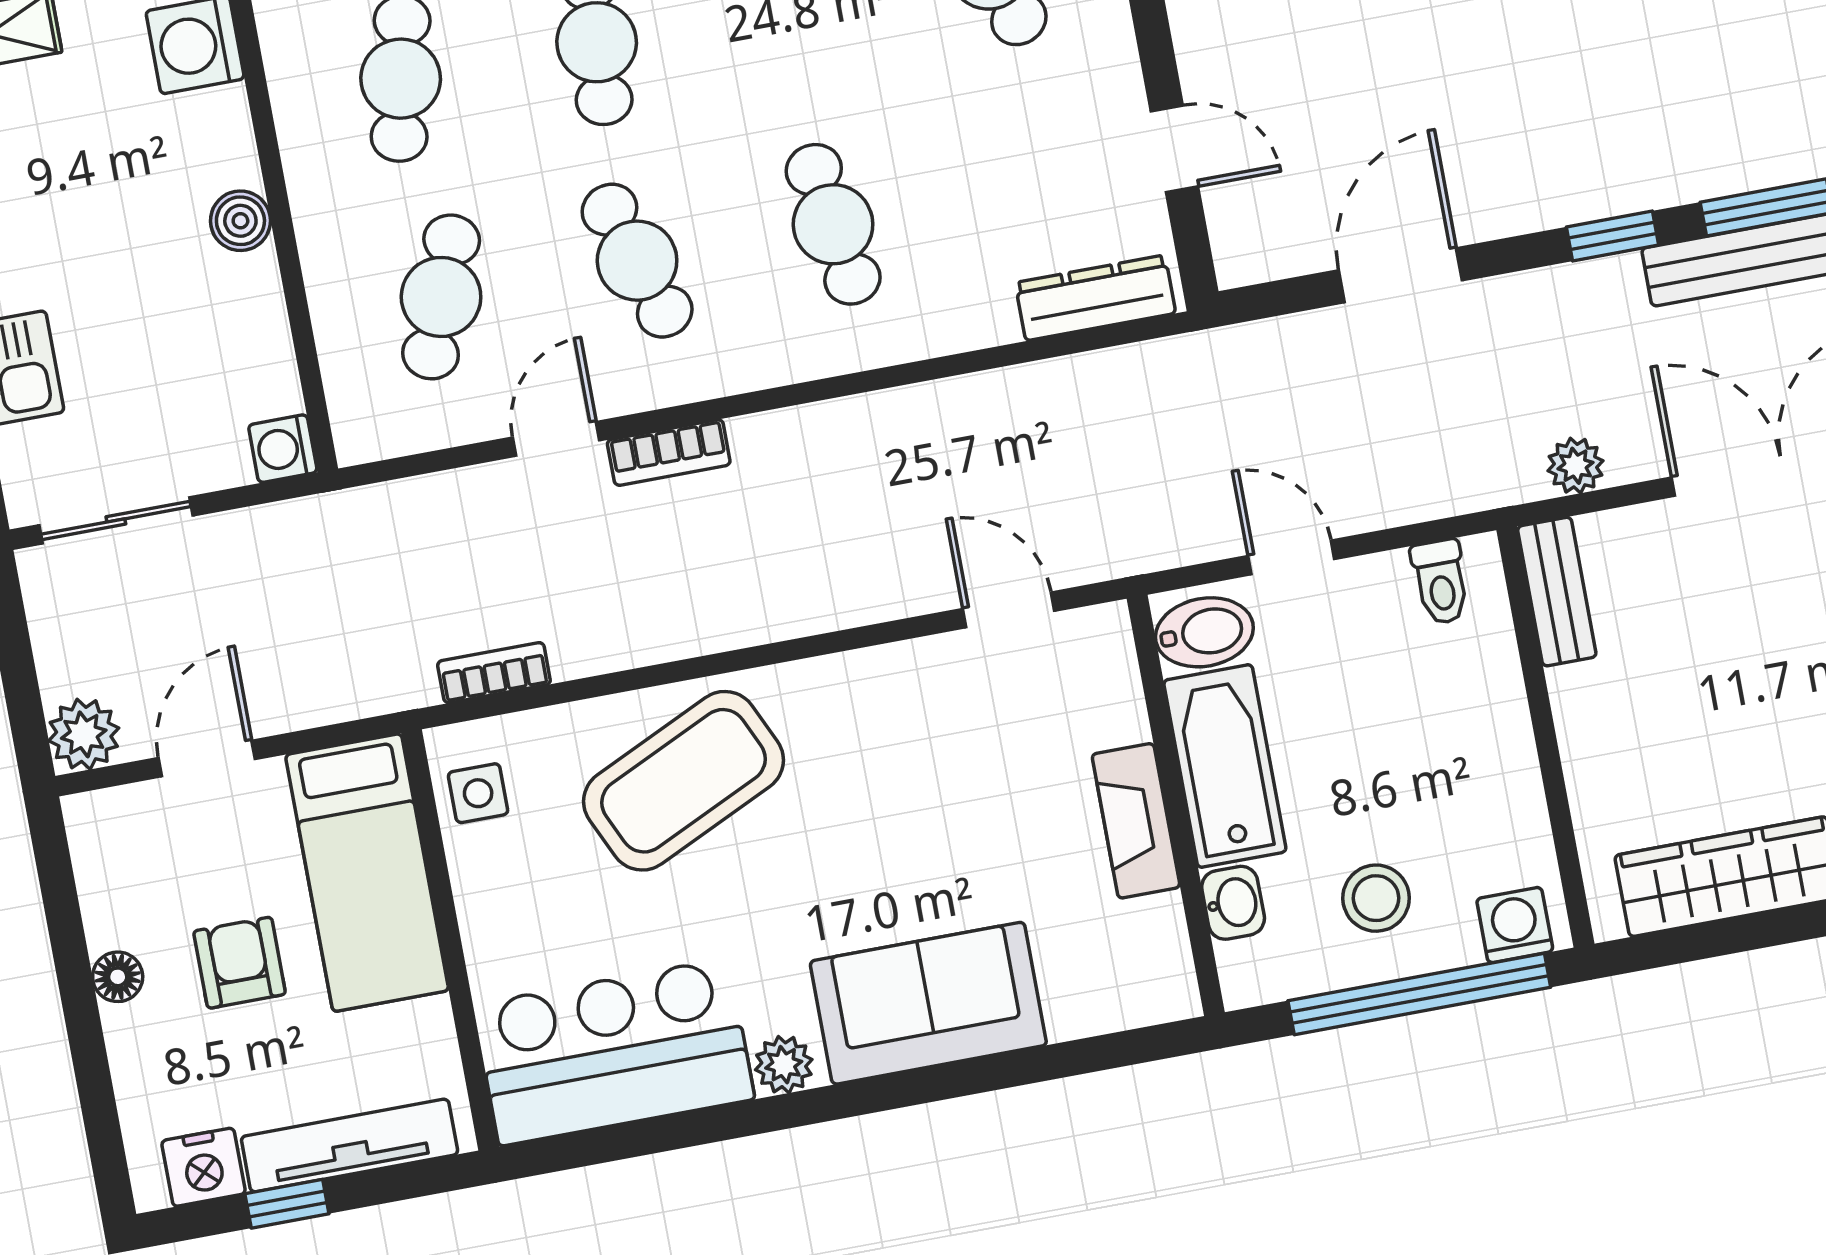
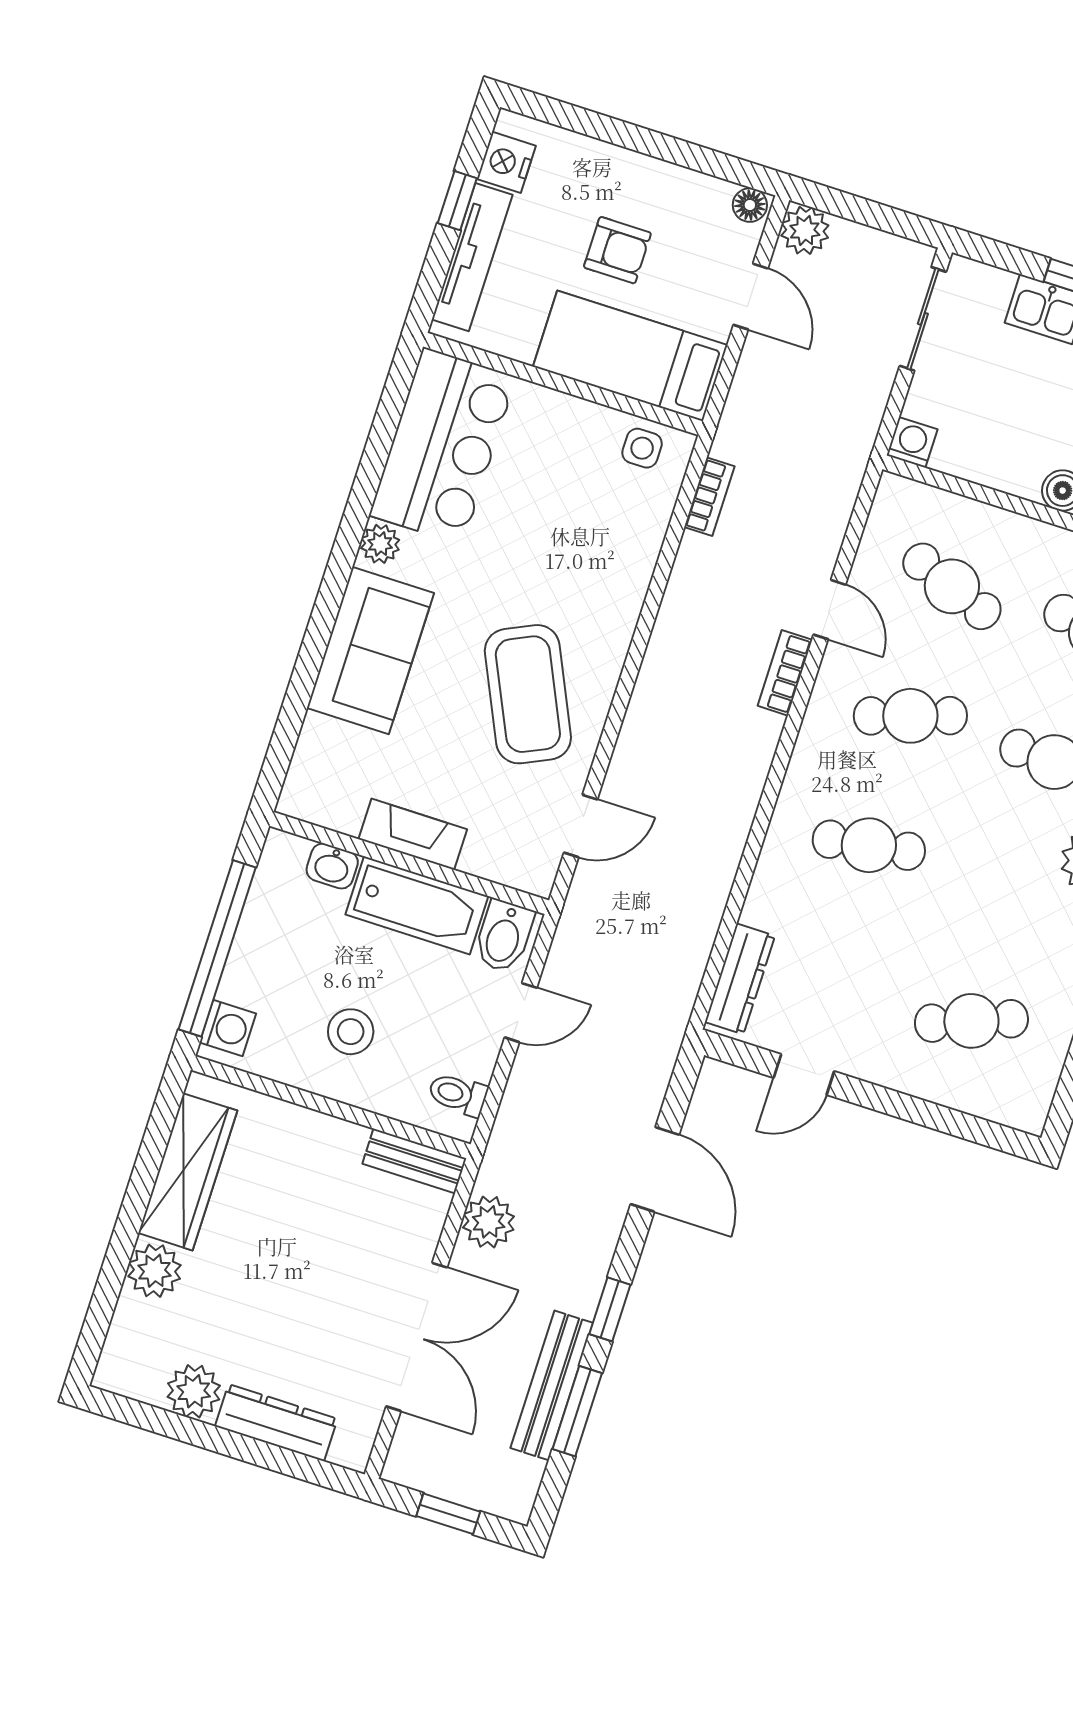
plant: (1575, 466) -> (489, 1222), width x1.38, depth x1.38
coffee table: (684, 781) -> (528, 694), moved
stool: (1376, 898) -> (351, 1032), moved
floor lamp: (118, 977) -> (750, 205), moved

